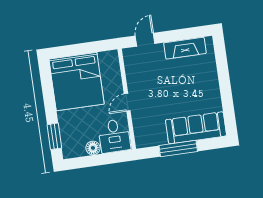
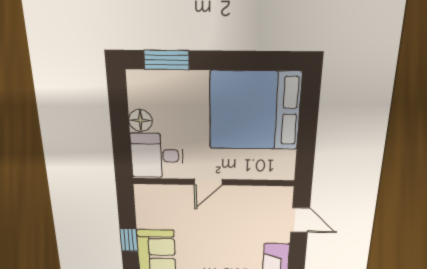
door: (127, 102) -> (208, 182), swing flipped
window: (178, 148) -> (129, 240), width x0.46

